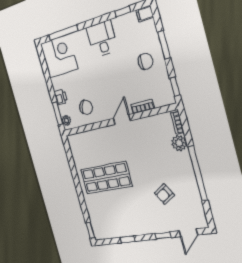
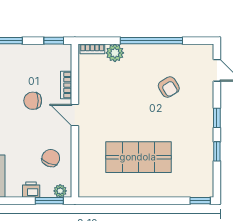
chair: (145, 61) -> (33, 101), moved, turned -90
shop shelf: (106, 178) -> (138, 157), turned 90
window: (163, 236) -> (217, 118), moved

